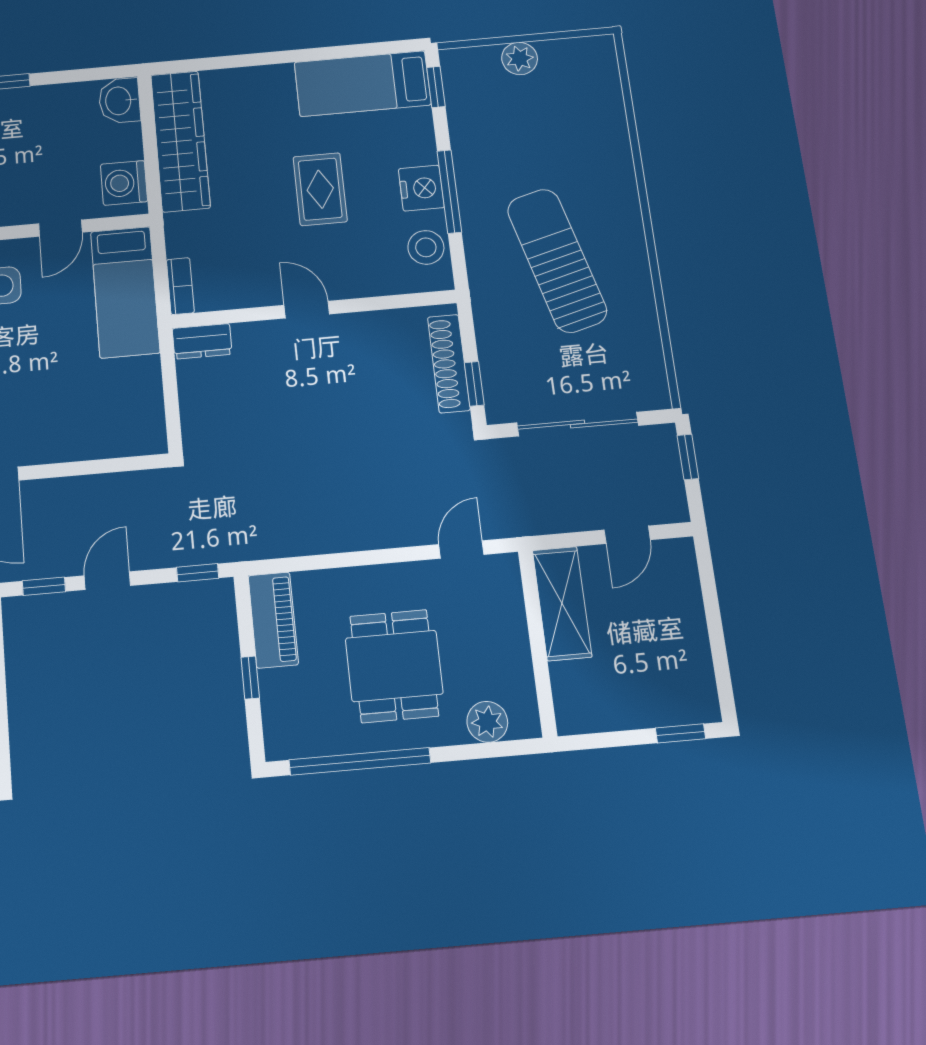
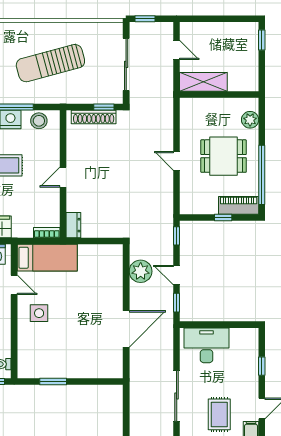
plant: (110, 498) -> (141, 271), added
door: (461, 549) -> (177, 161), moved
piano: (273, 620) -> (239, 205), moved

